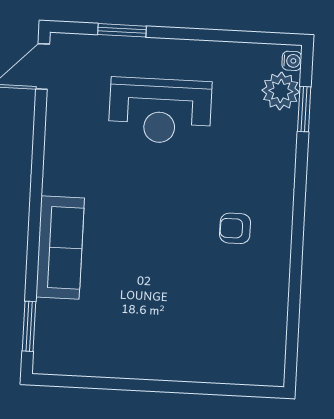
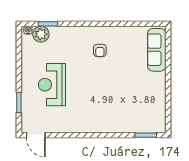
reception desk: (160, 111) -> (52, 85), turned 180
sofa: (60, 248) -> (157, 50), moved, turned -90

